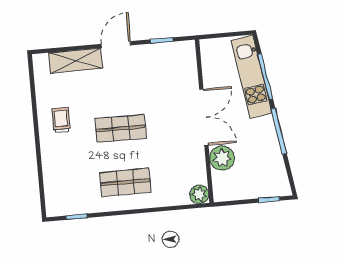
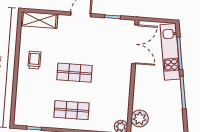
shelving: (76, 61) -> (39, 20), moved
double door: (204, 117) -> (135, 44), moved
plant: (222, 158) -> (140, 118), moved

